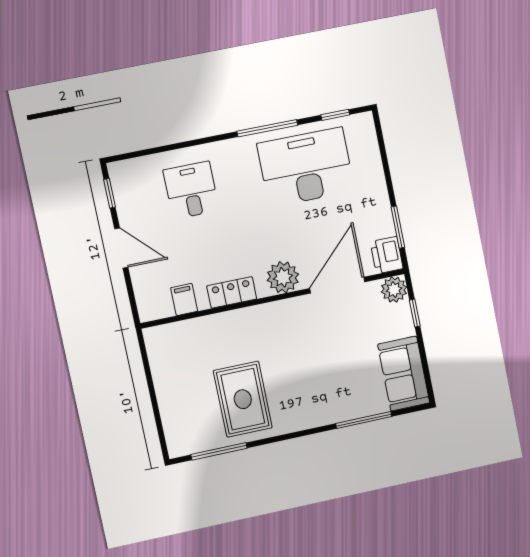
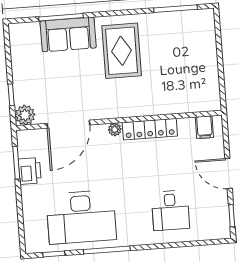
printer: (387, 255) -> (30, 171), moved
plant: (283, 277) -> (115, 129), width x0.53, depth x0.53
locker: (232, 292) -> (150, 129), width x1.53
filing cabinet: (184, 300) -> (204, 127), moved
sofa: (404, 374) -> (68, 34), moved, turned 90
rug: (243, 399) -> (122, 51), moved

